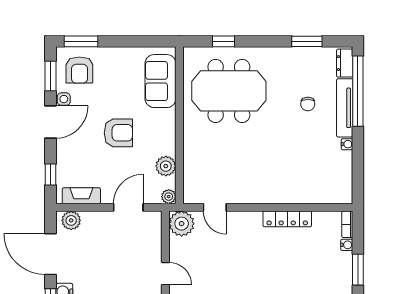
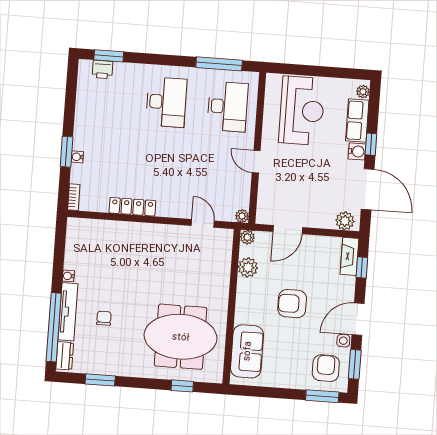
fireplace: (81, 196) -> (349, 256), moved, turned 90
plant: (182, 224) -> (242, 216), width x0.53, depth x0.53
water cooler: (347, 245) -> (77, 157), moved

